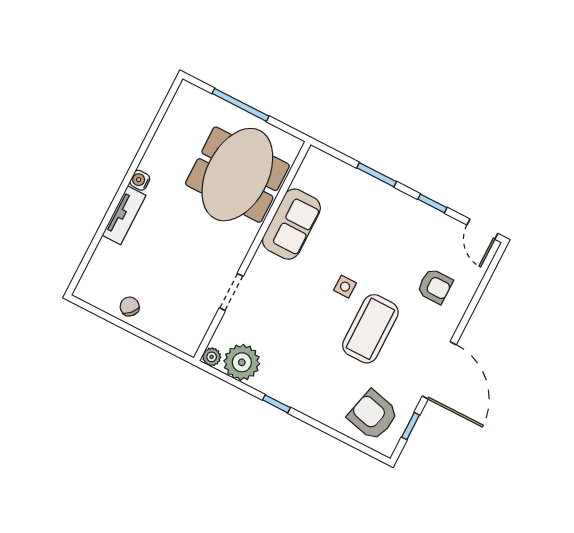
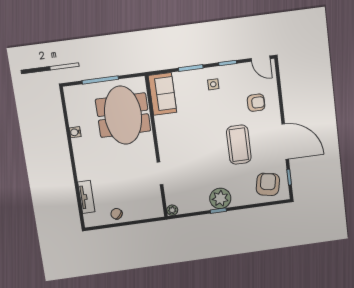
water cooler: (140, 180) -> (75, 132), moved
tv unit: (124, 215) -> (86, 197), moved
sofa: (291, 224) -> (162, 94), moved
side table: (345, 287) -> (213, 84), moved
plant: (242, 362) -> (220, 198), moved
armchair: (373, 415) -> (268, 184), turned 87

